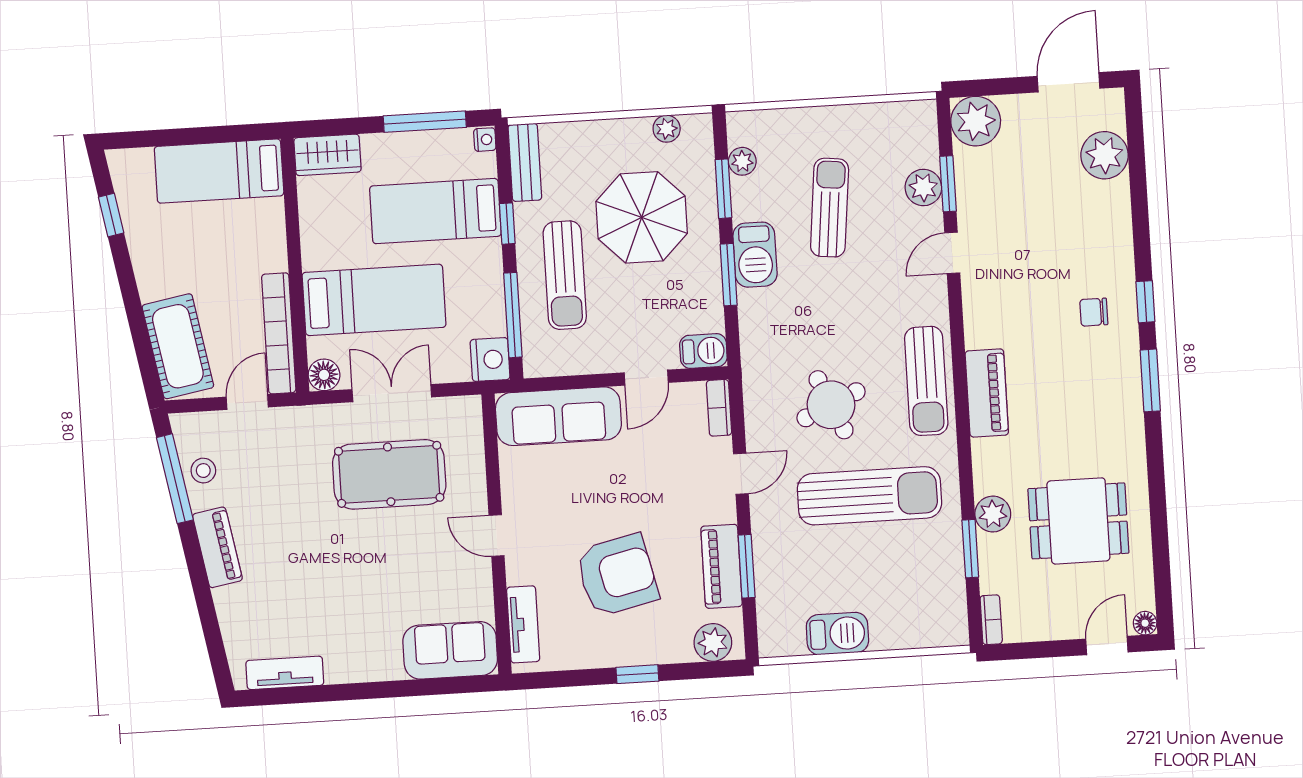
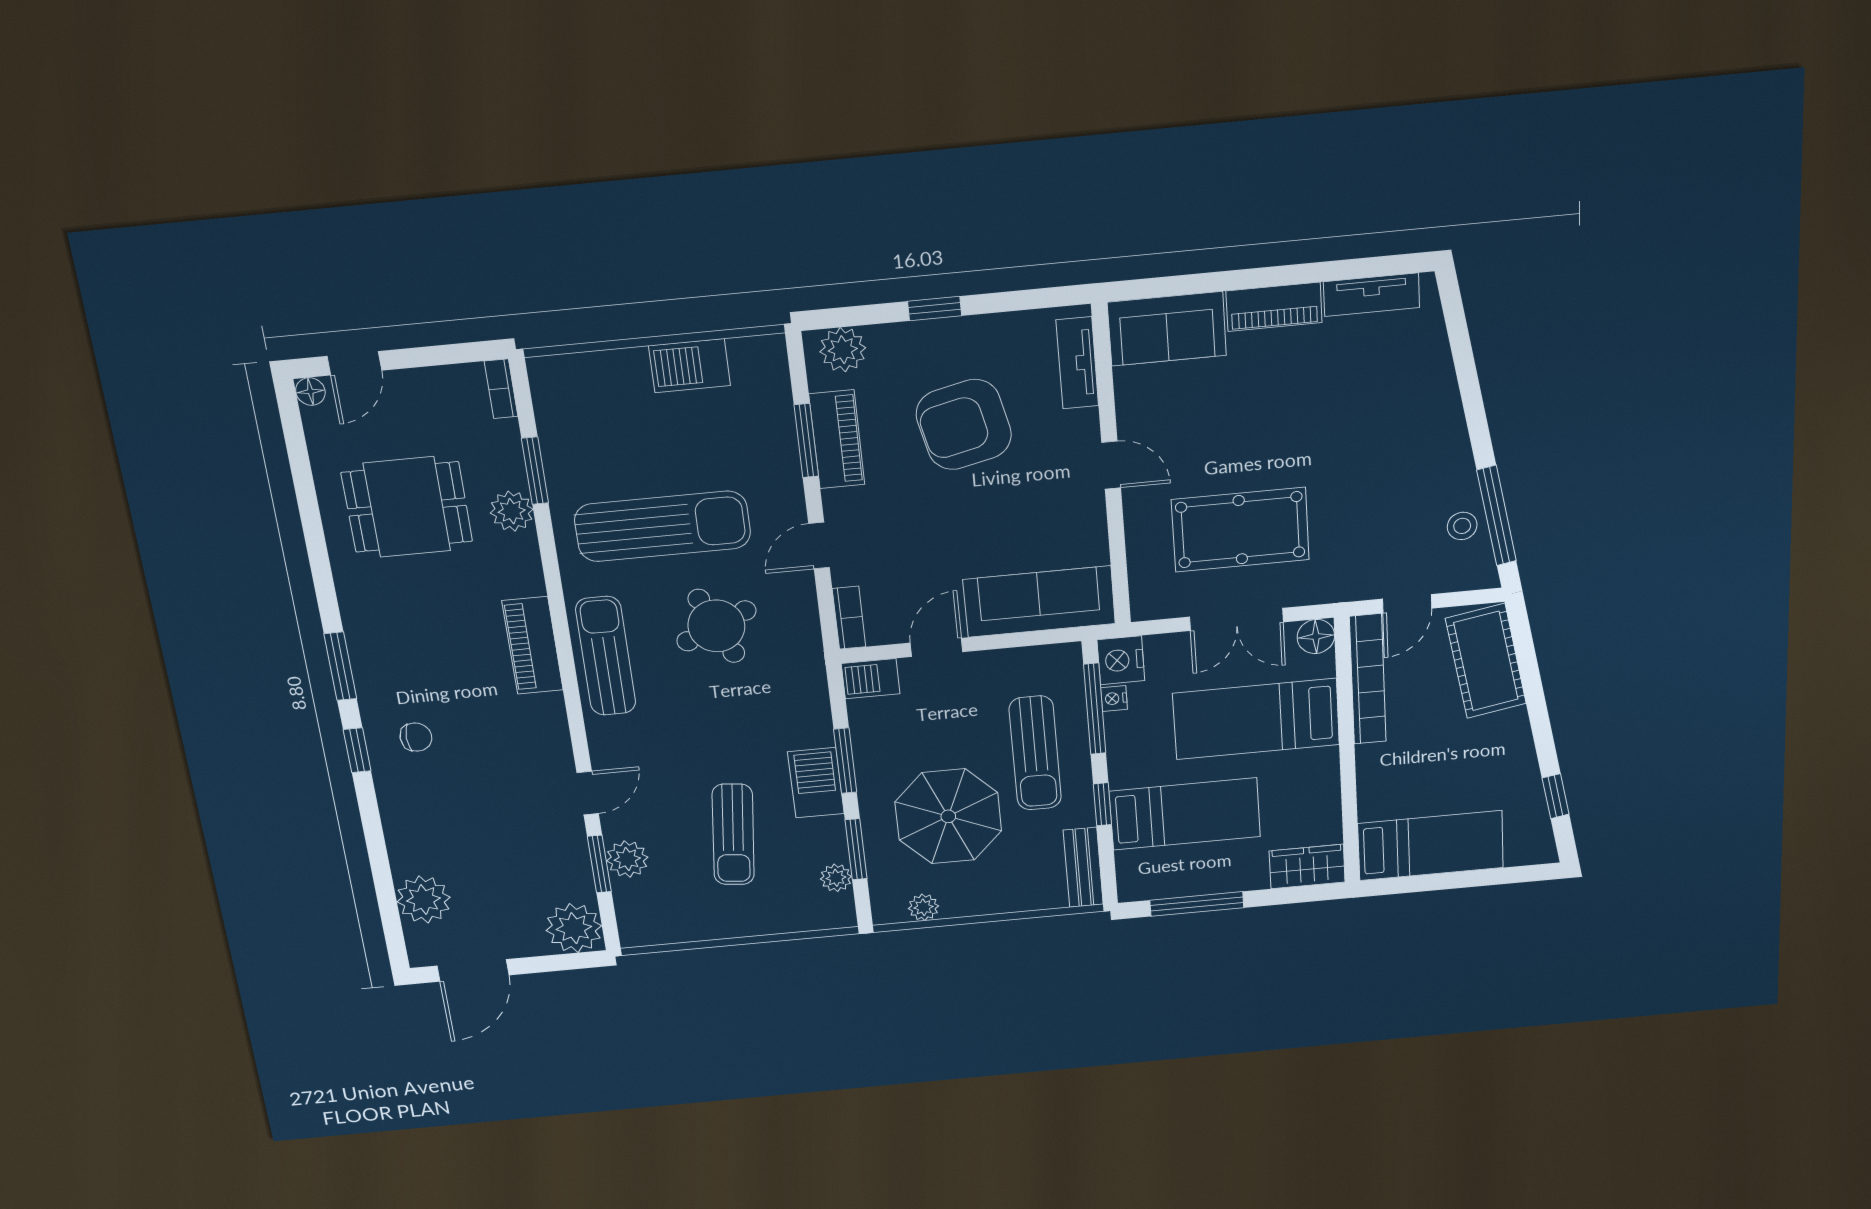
nightstand: (485, 140) -> (1114, 698), moved
sun lounger: (565, 275) -> (1035, 753), turned 180
sun lounger: (870, 496) -> (663, 526), turned 180
piano: (217, 547) -> (1274, 307), moved, turned -80

